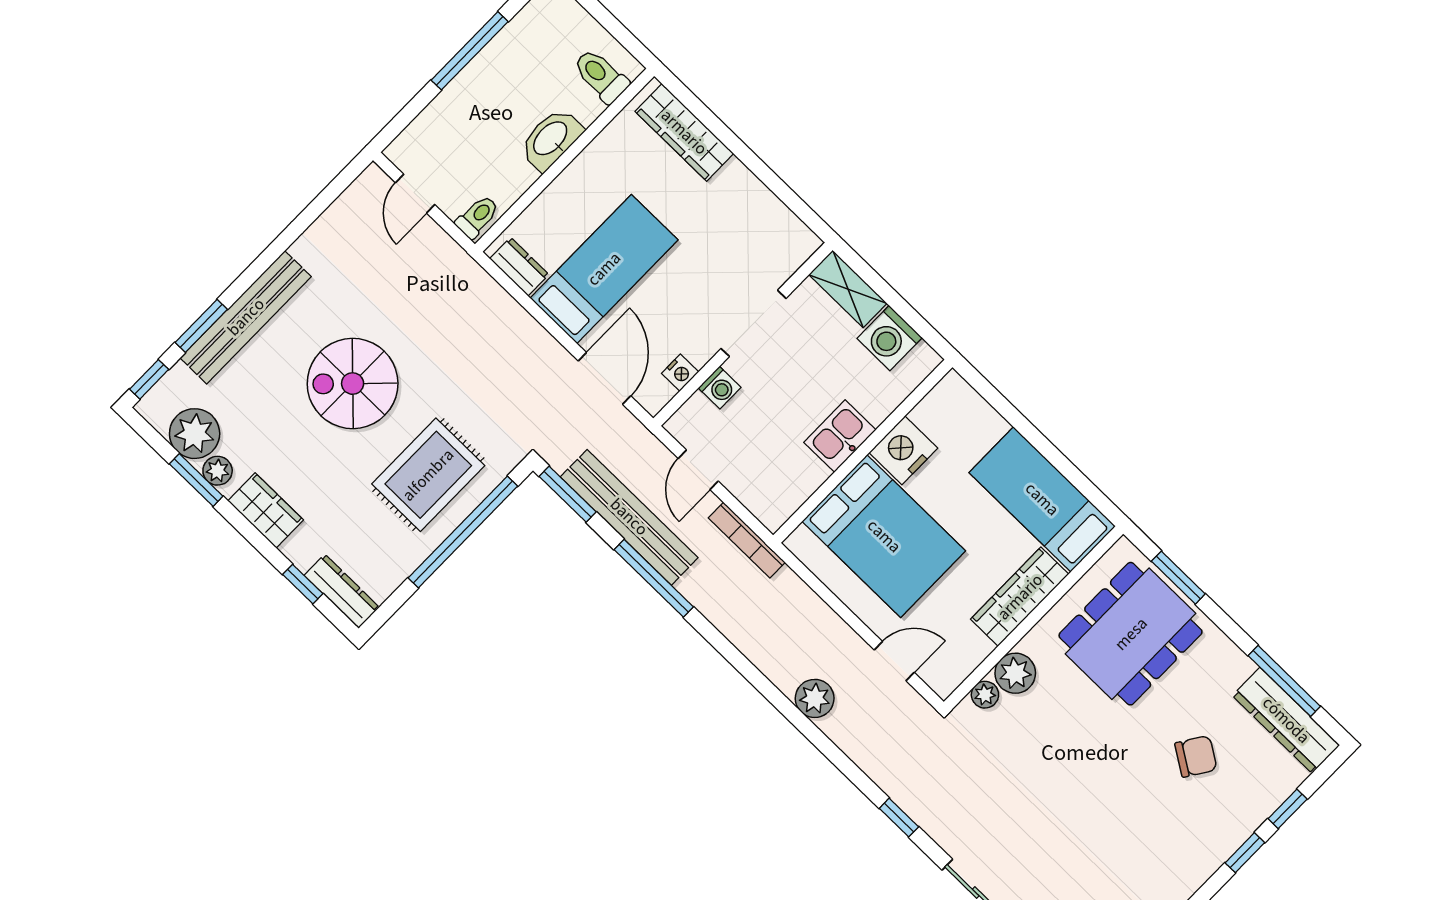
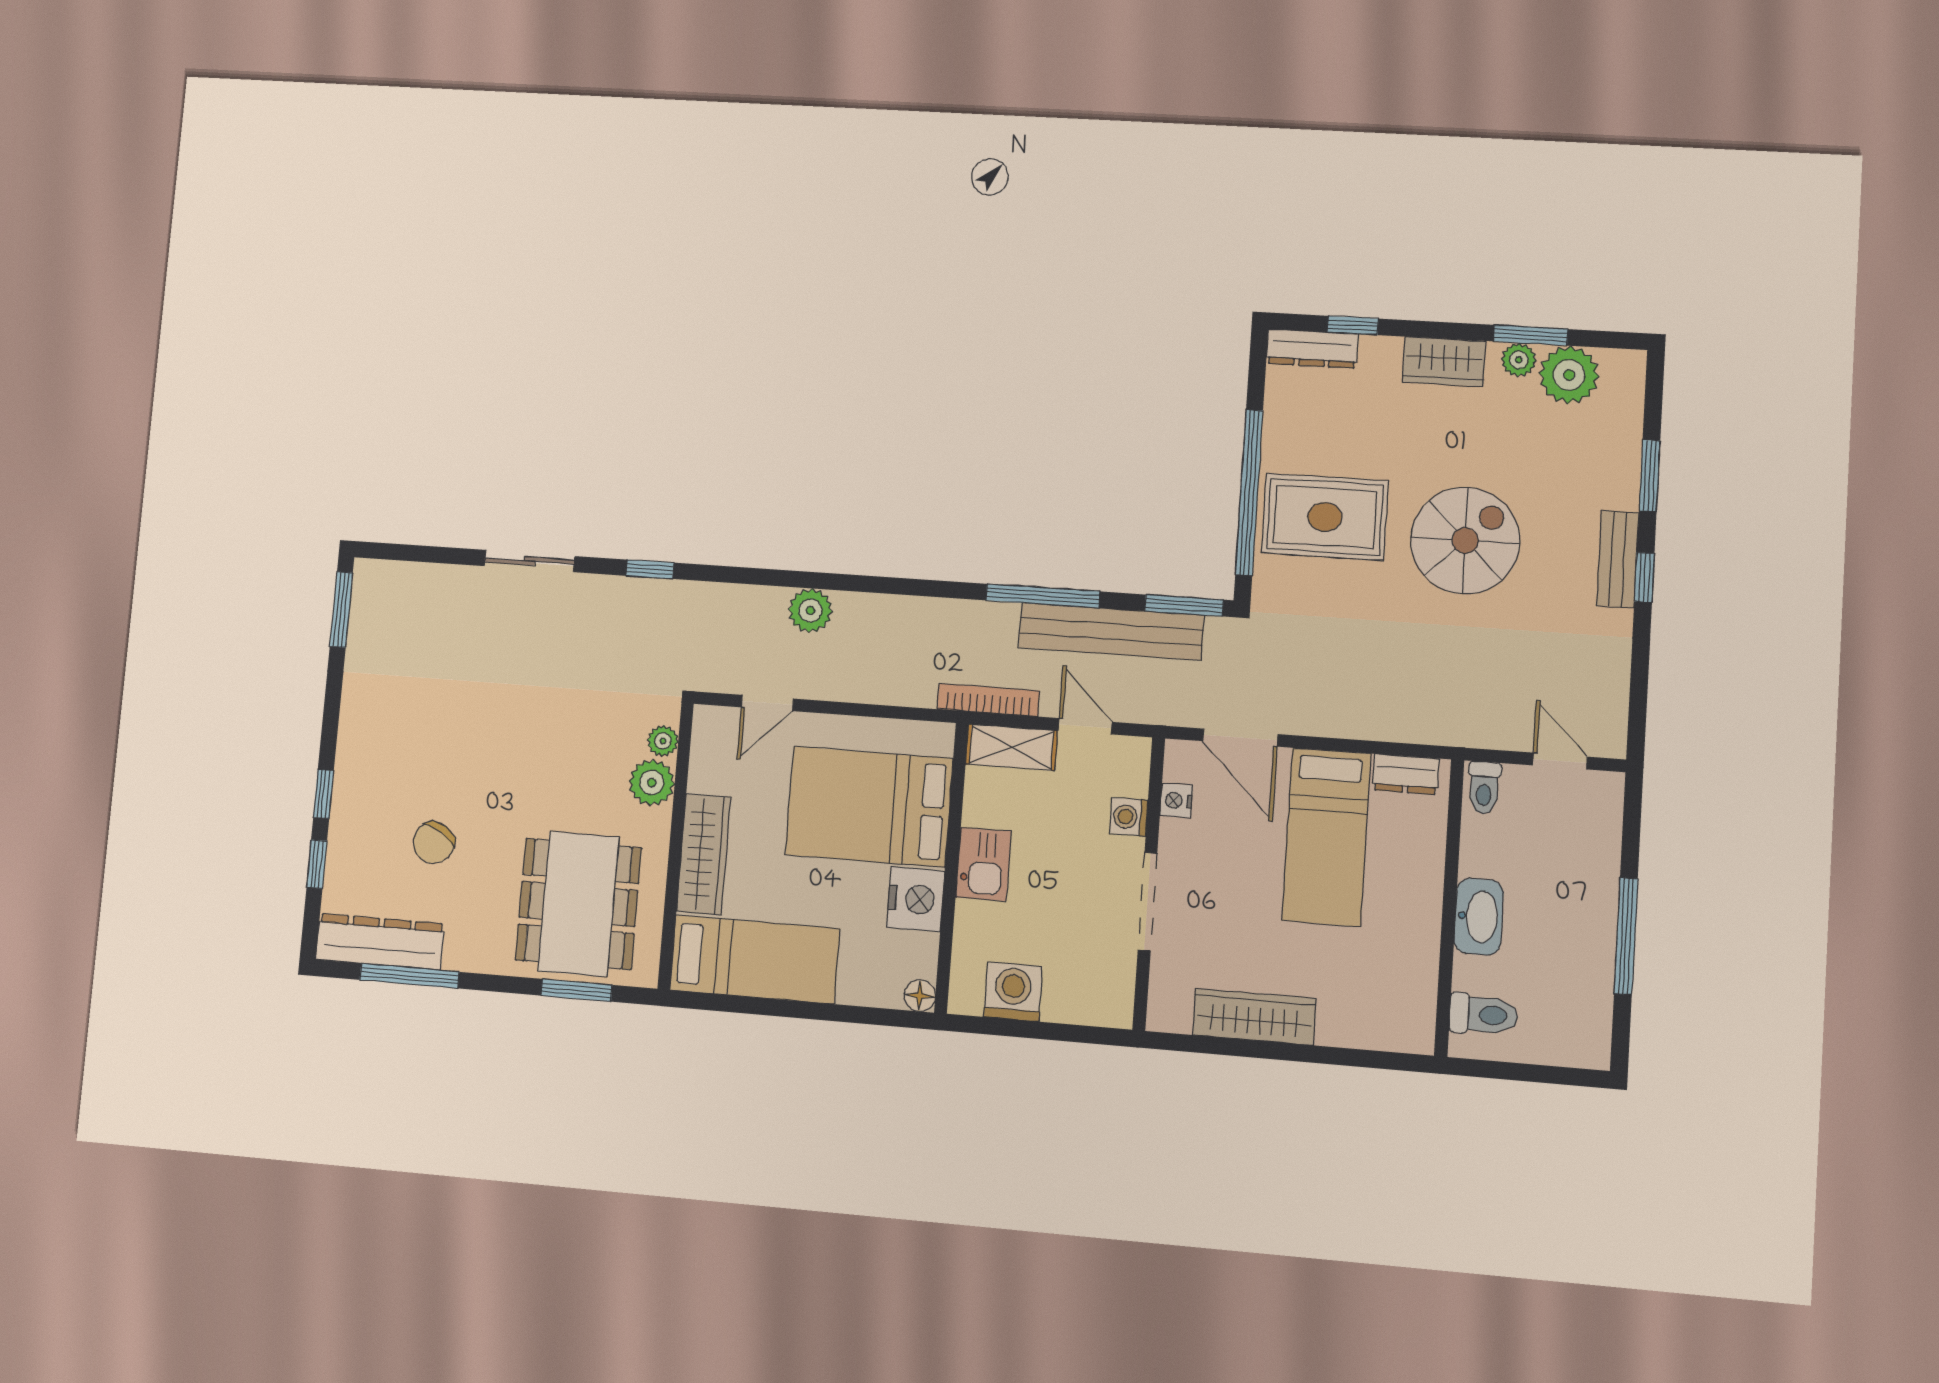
wardrobe: (684, 132) -> (1254, 1017), moved
shelving: (848, 289) -> (1011, 747), moved
bench: (246, 317) -> (1618, 559), width x0.54, depth x0.82
window: (149, 379) -> (1644, 577), moved
floor lamp: (953, 386) -> (920, 996), added
rug: (428, 475) -> (1325, 517), turned 90

